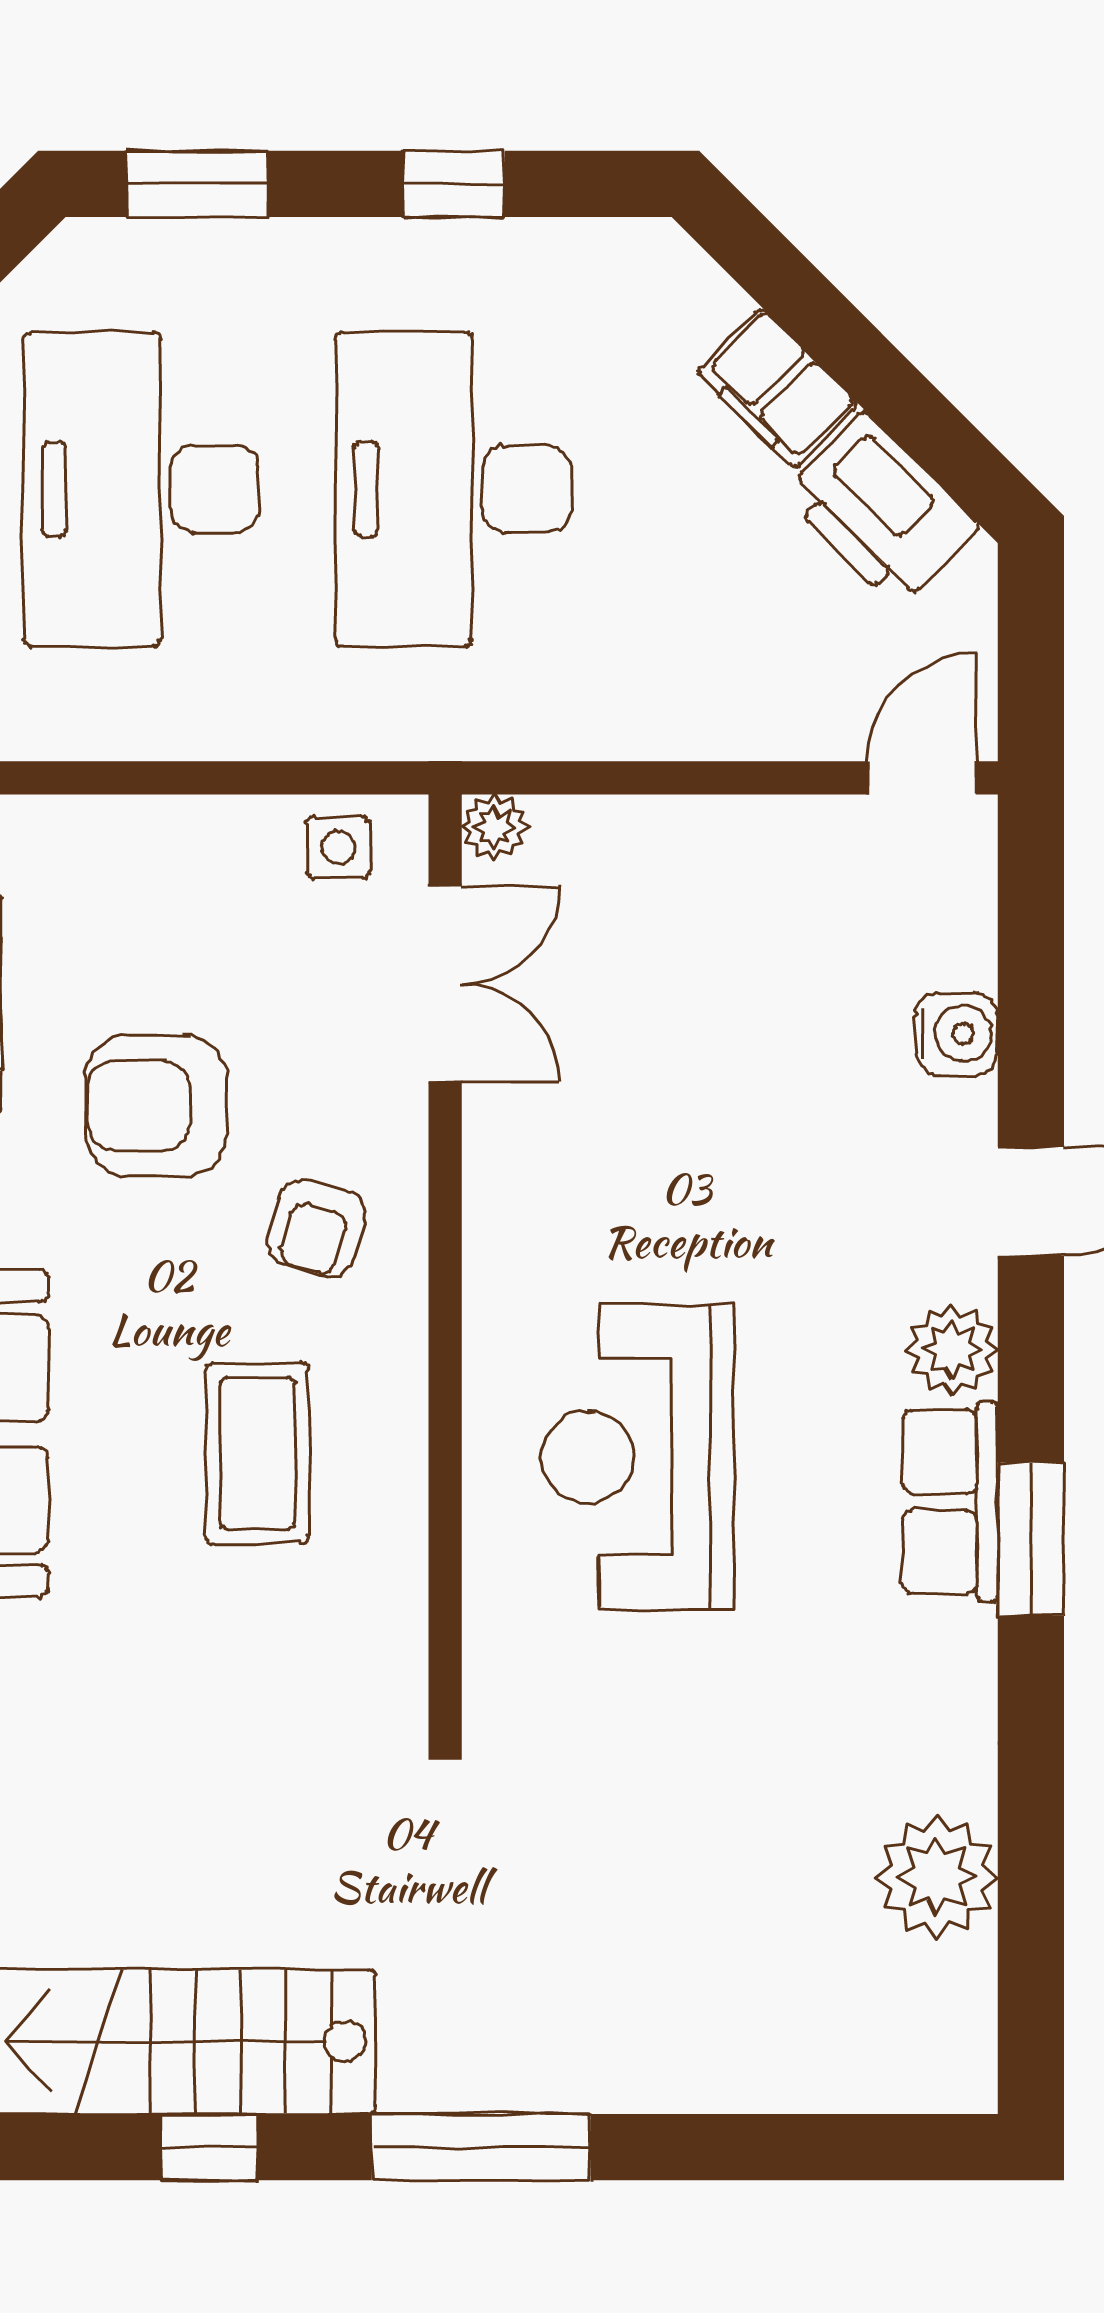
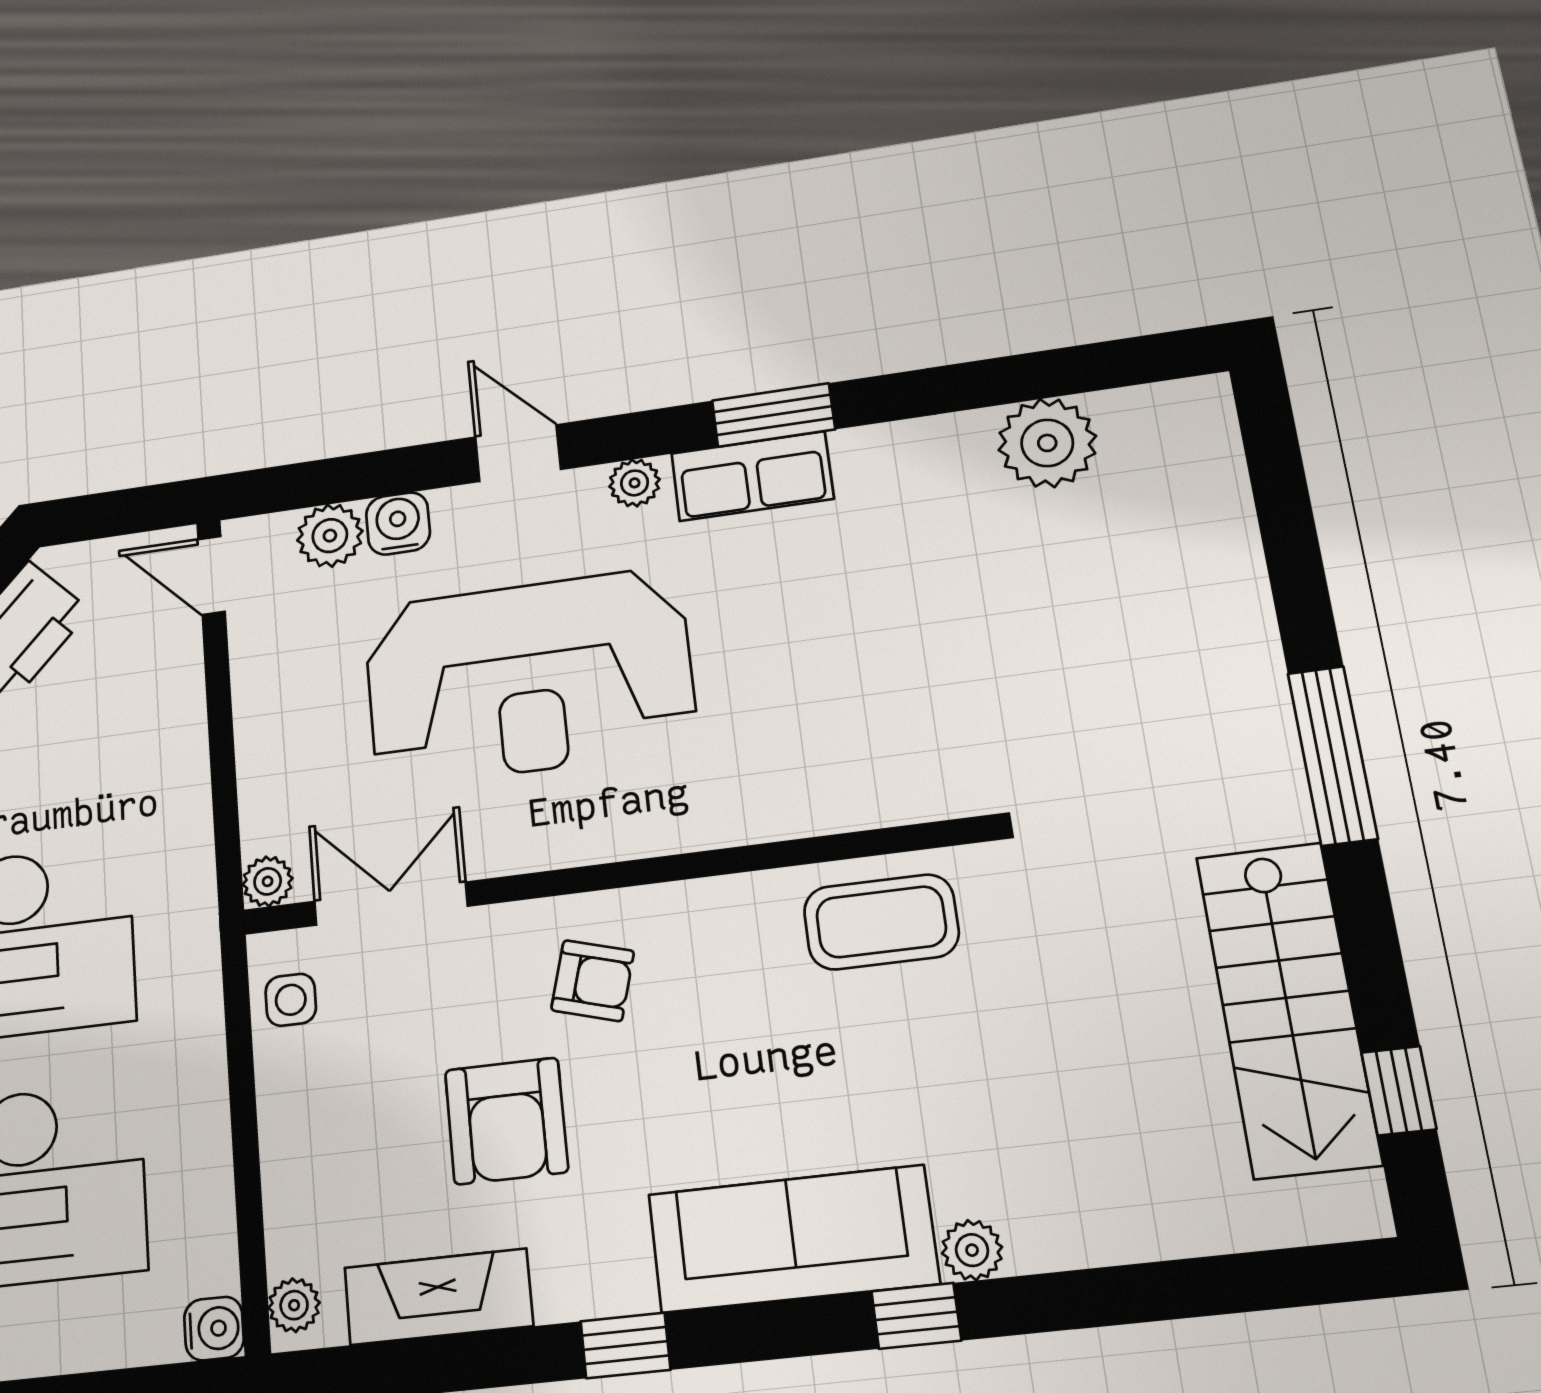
plant: (953, 941) -> (330, 536), added
plant: (952, 1350) -> (635, 483), width x0.73, depth x0.73
coffee table: (257, 1453) -> (881, 922), moved
reception desk: (638, 1457) -> (529, 677), moved, width x1.36, depth x1.30
window: (209, 2147) -> (1399, 1091), moved

